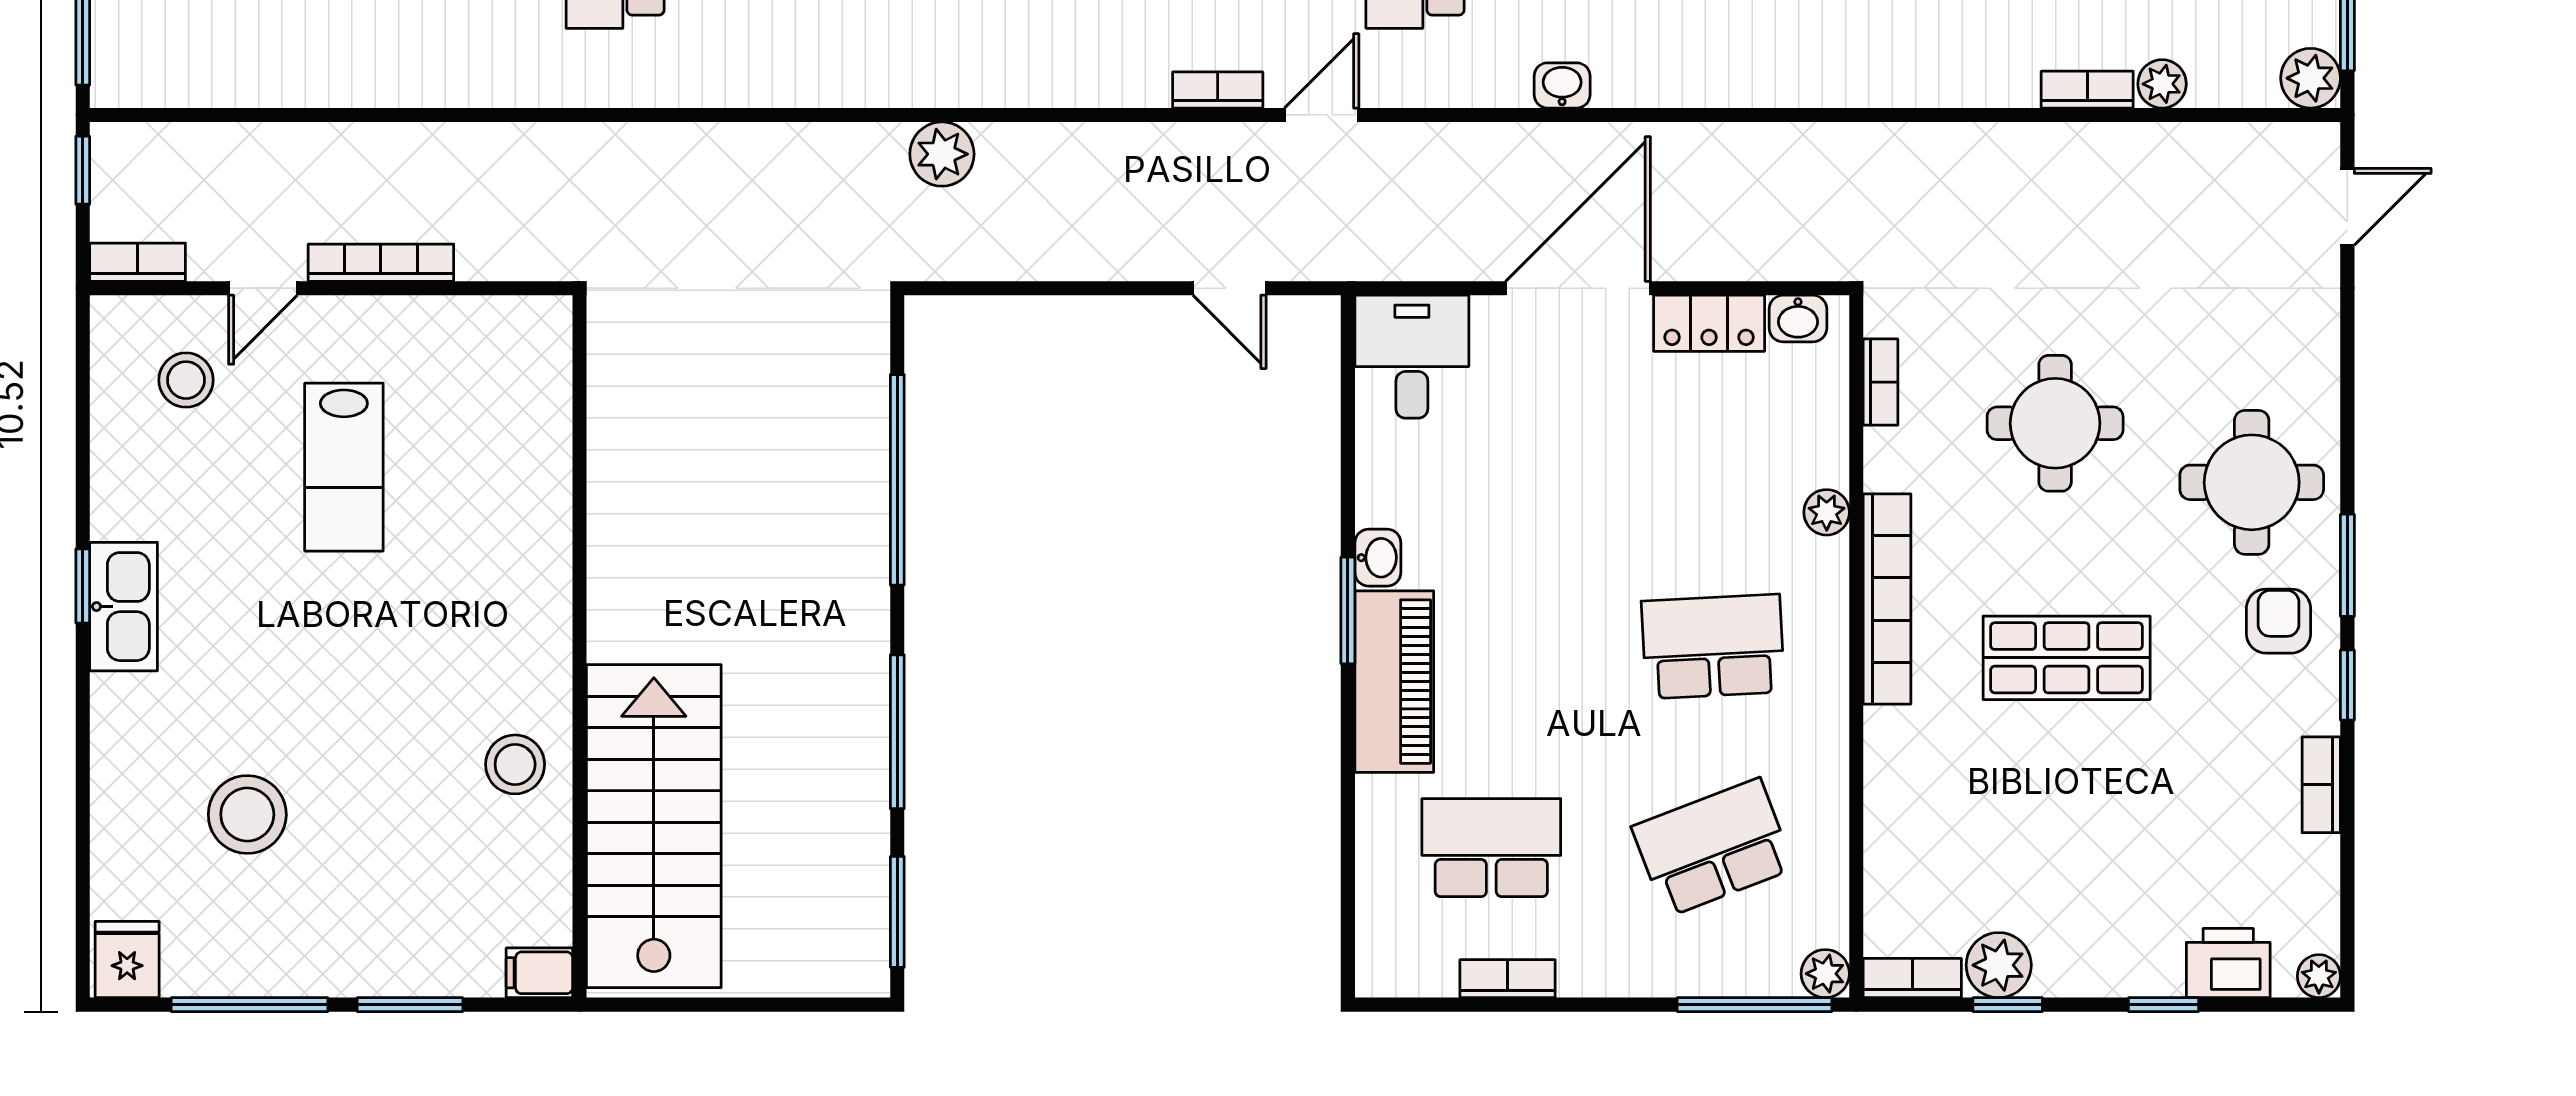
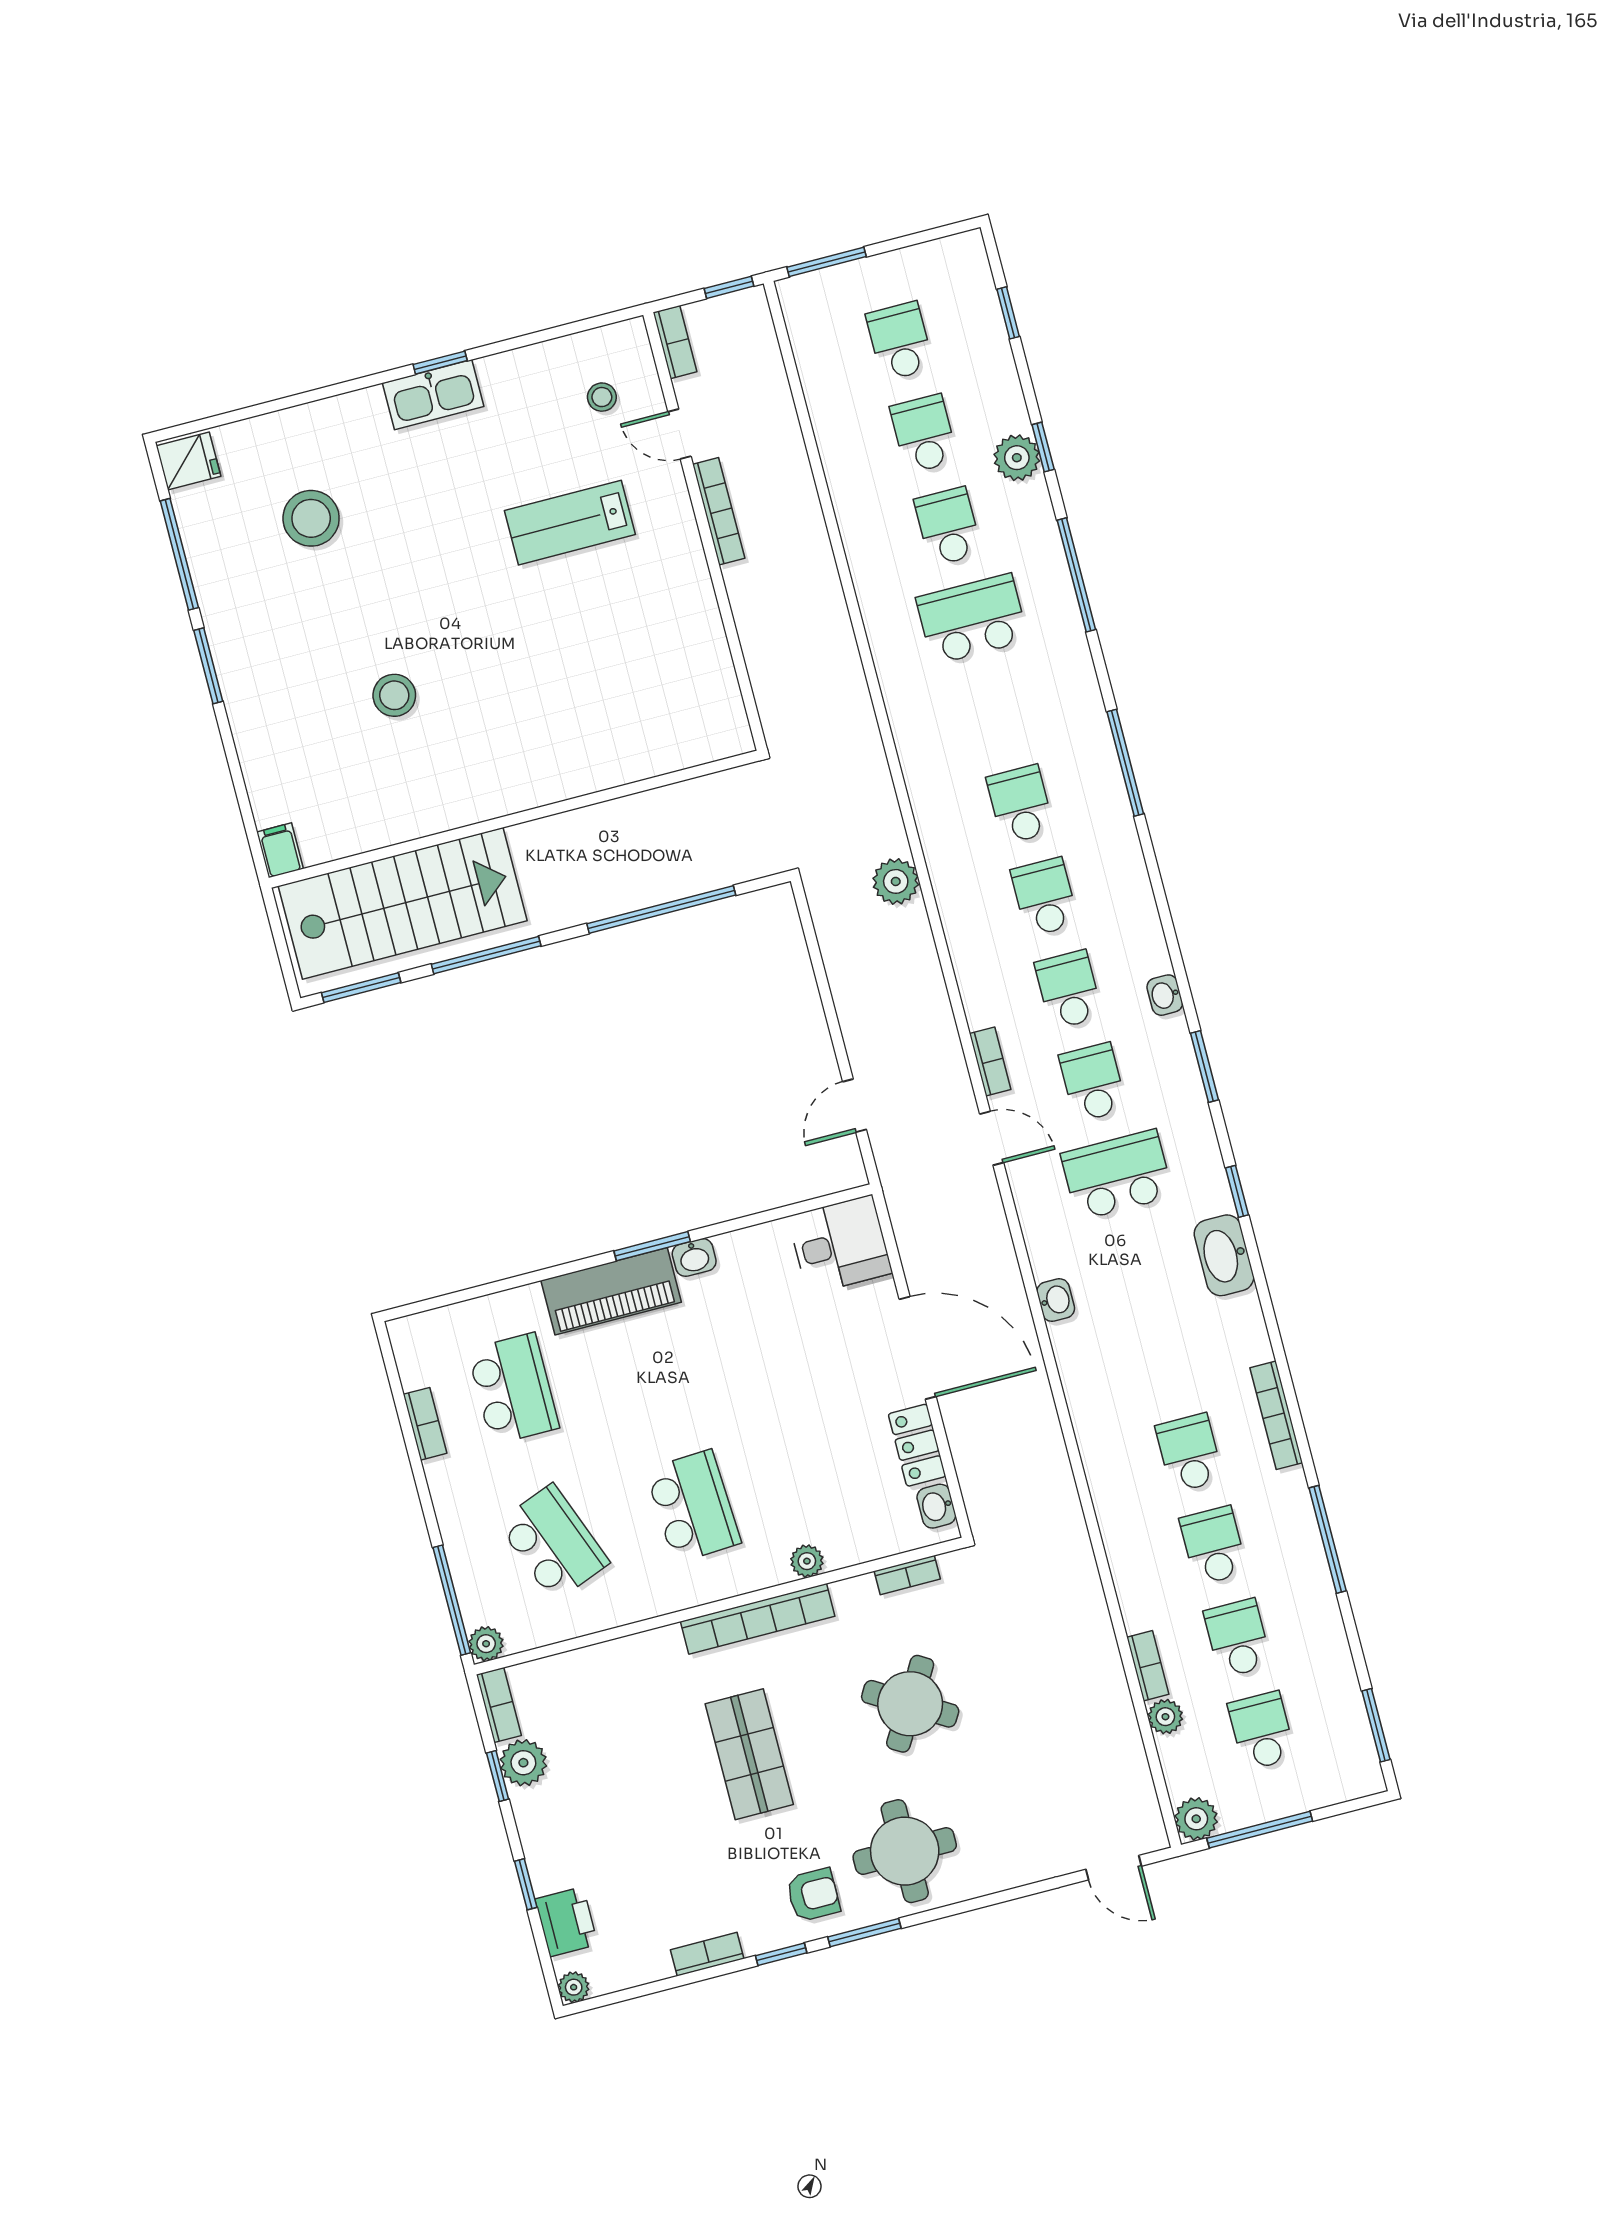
stool: (186, 380) -> (602, 397), width x0.73, depth x0.73
round table: (2055, 423) -> (910, 1704), turned 31
wall: (580, 646) -> (514, 819), moved
stairs: (654, 826) -> (403, 903), moved
filing cabinet: (539, 973) -> (280, 850), moved

